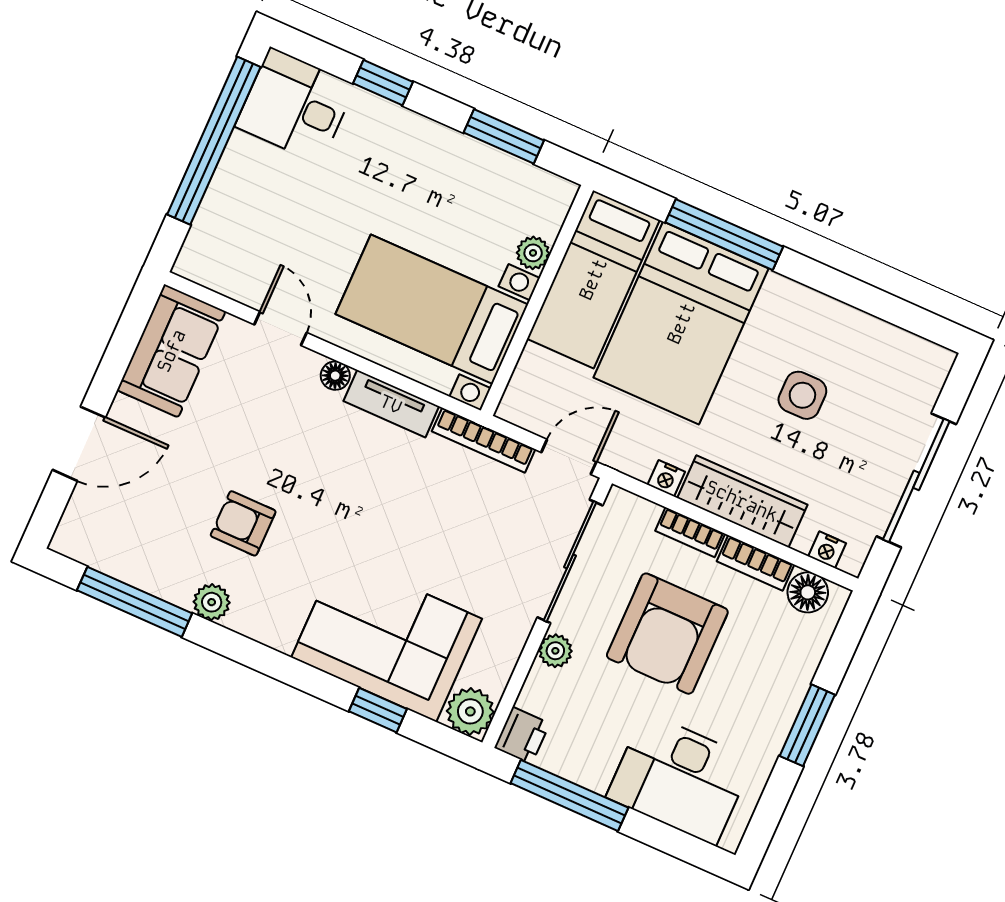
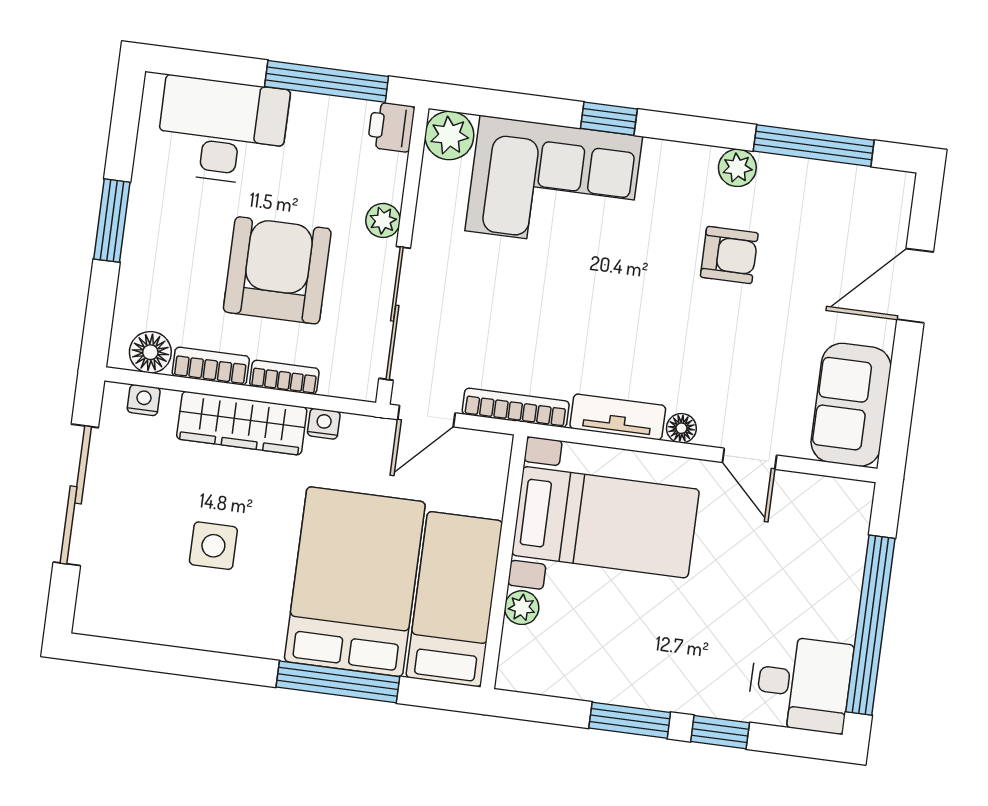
window: (504, 136) -> (630, 720), moved
window: (378, 710) -> (609, 119), moved

